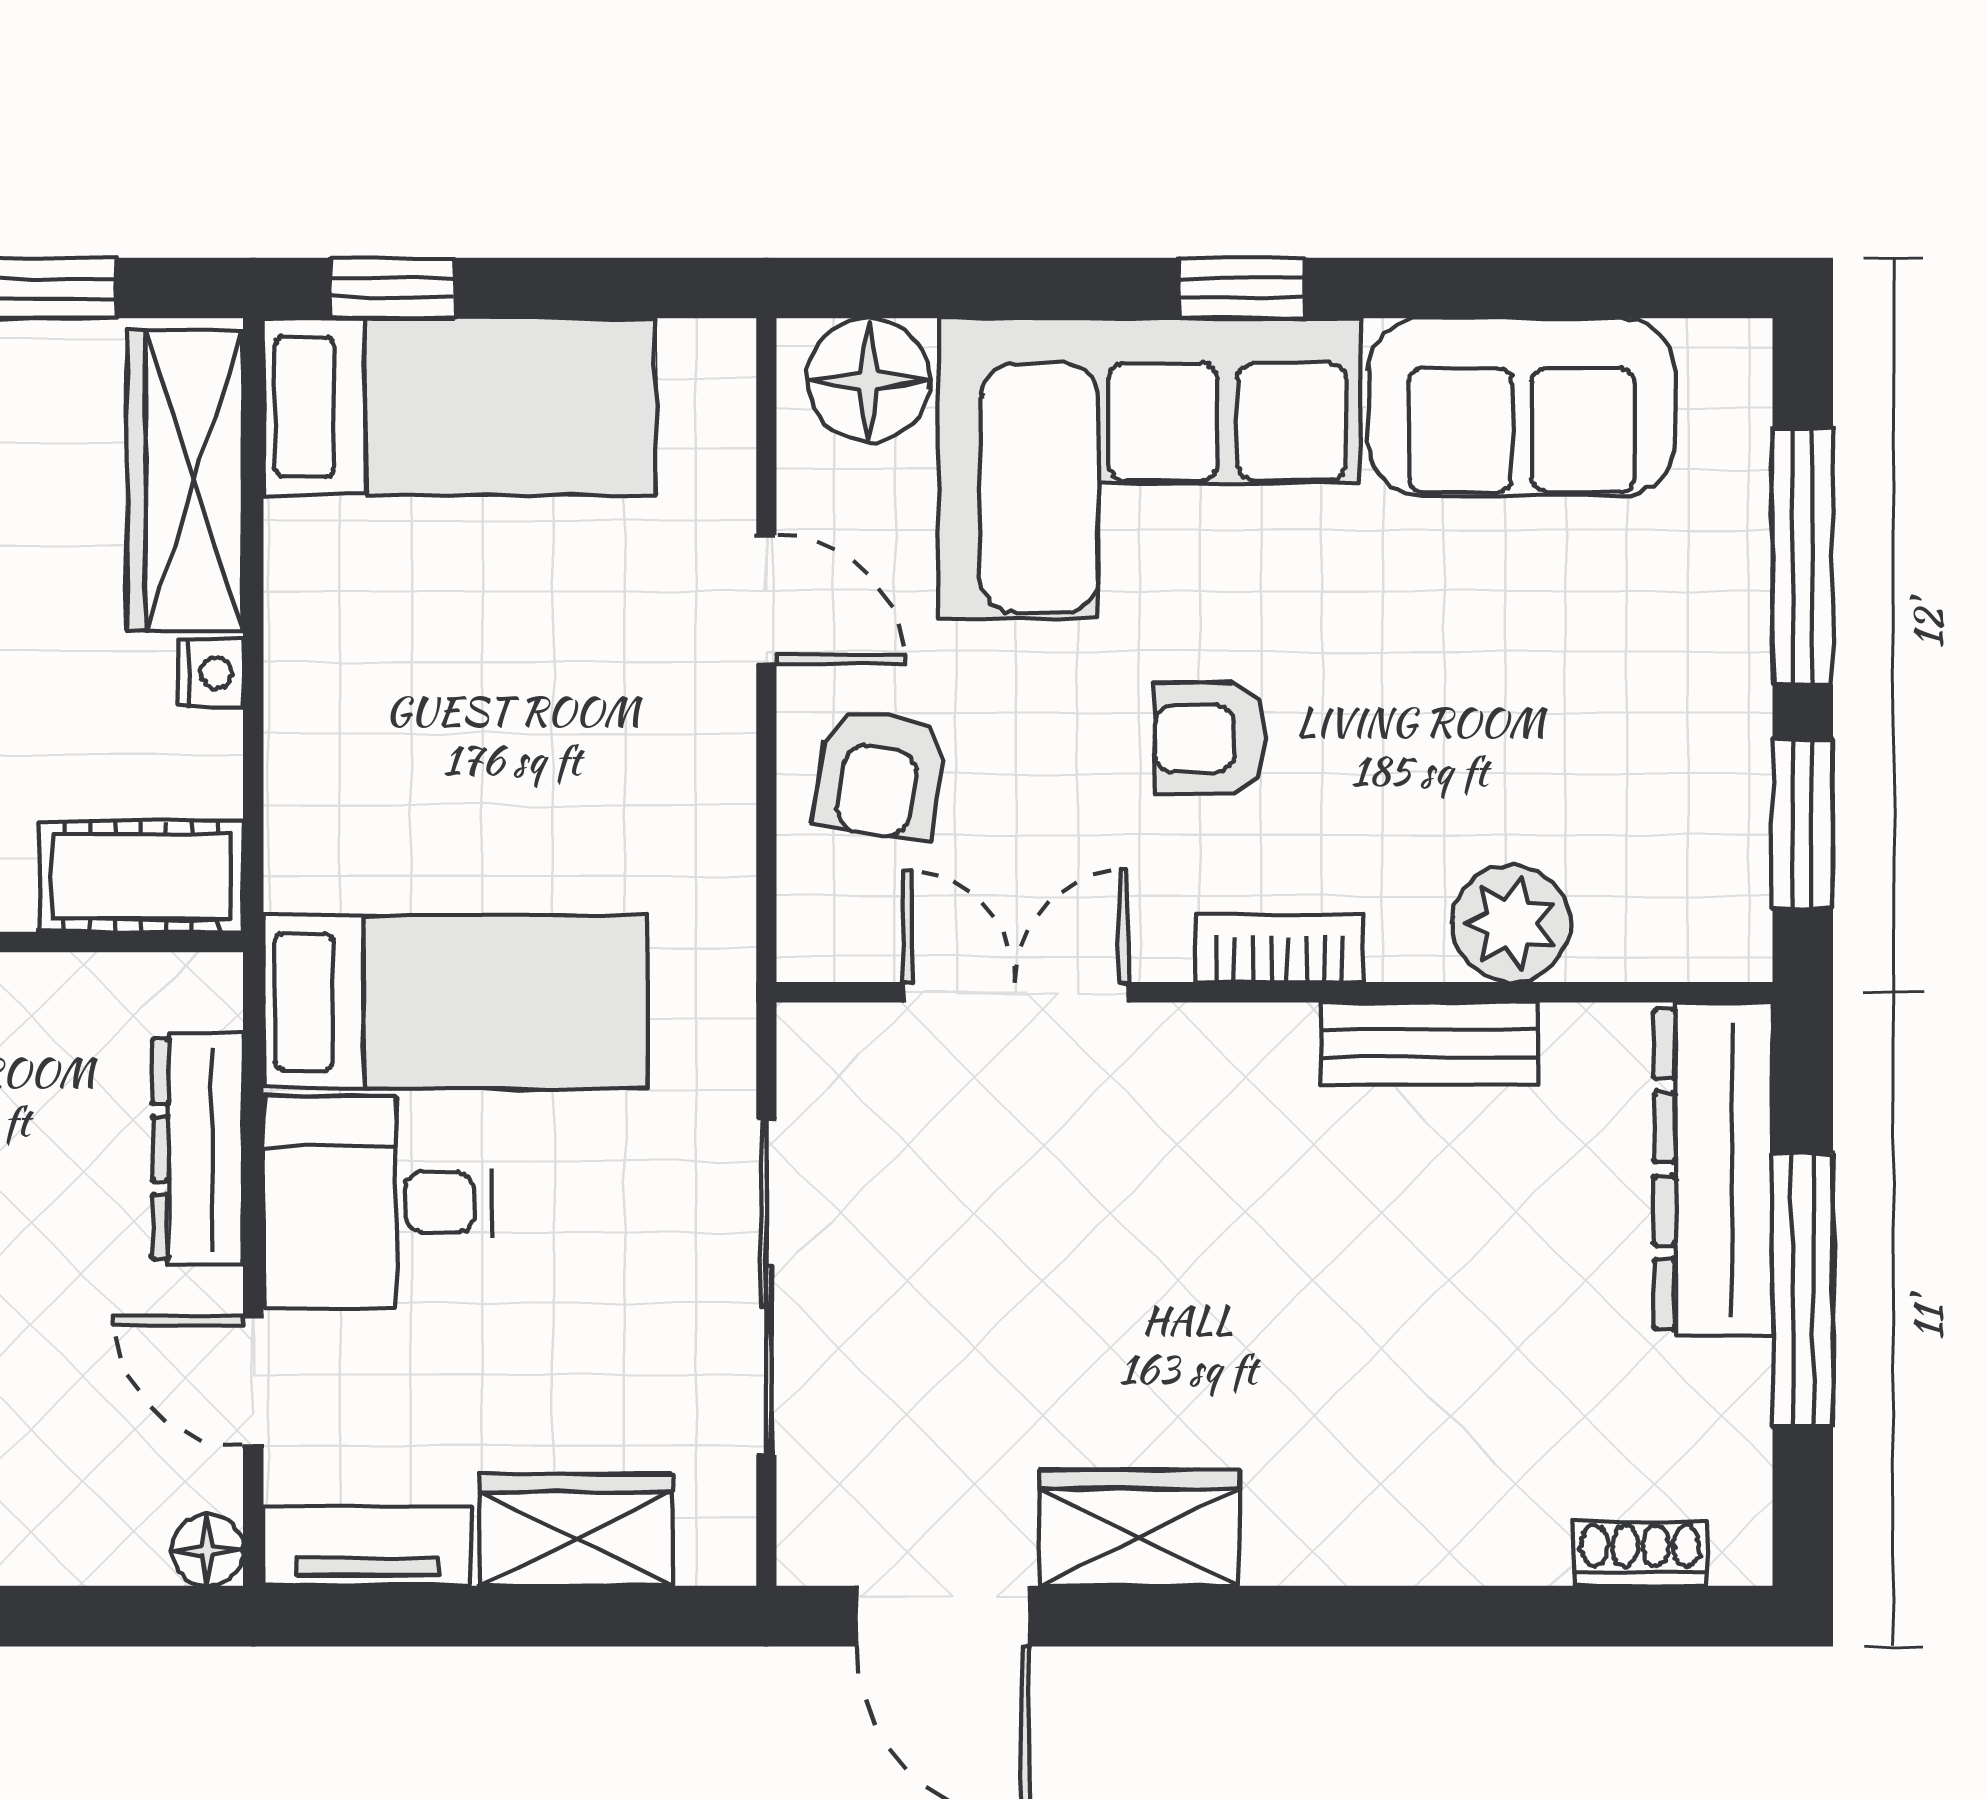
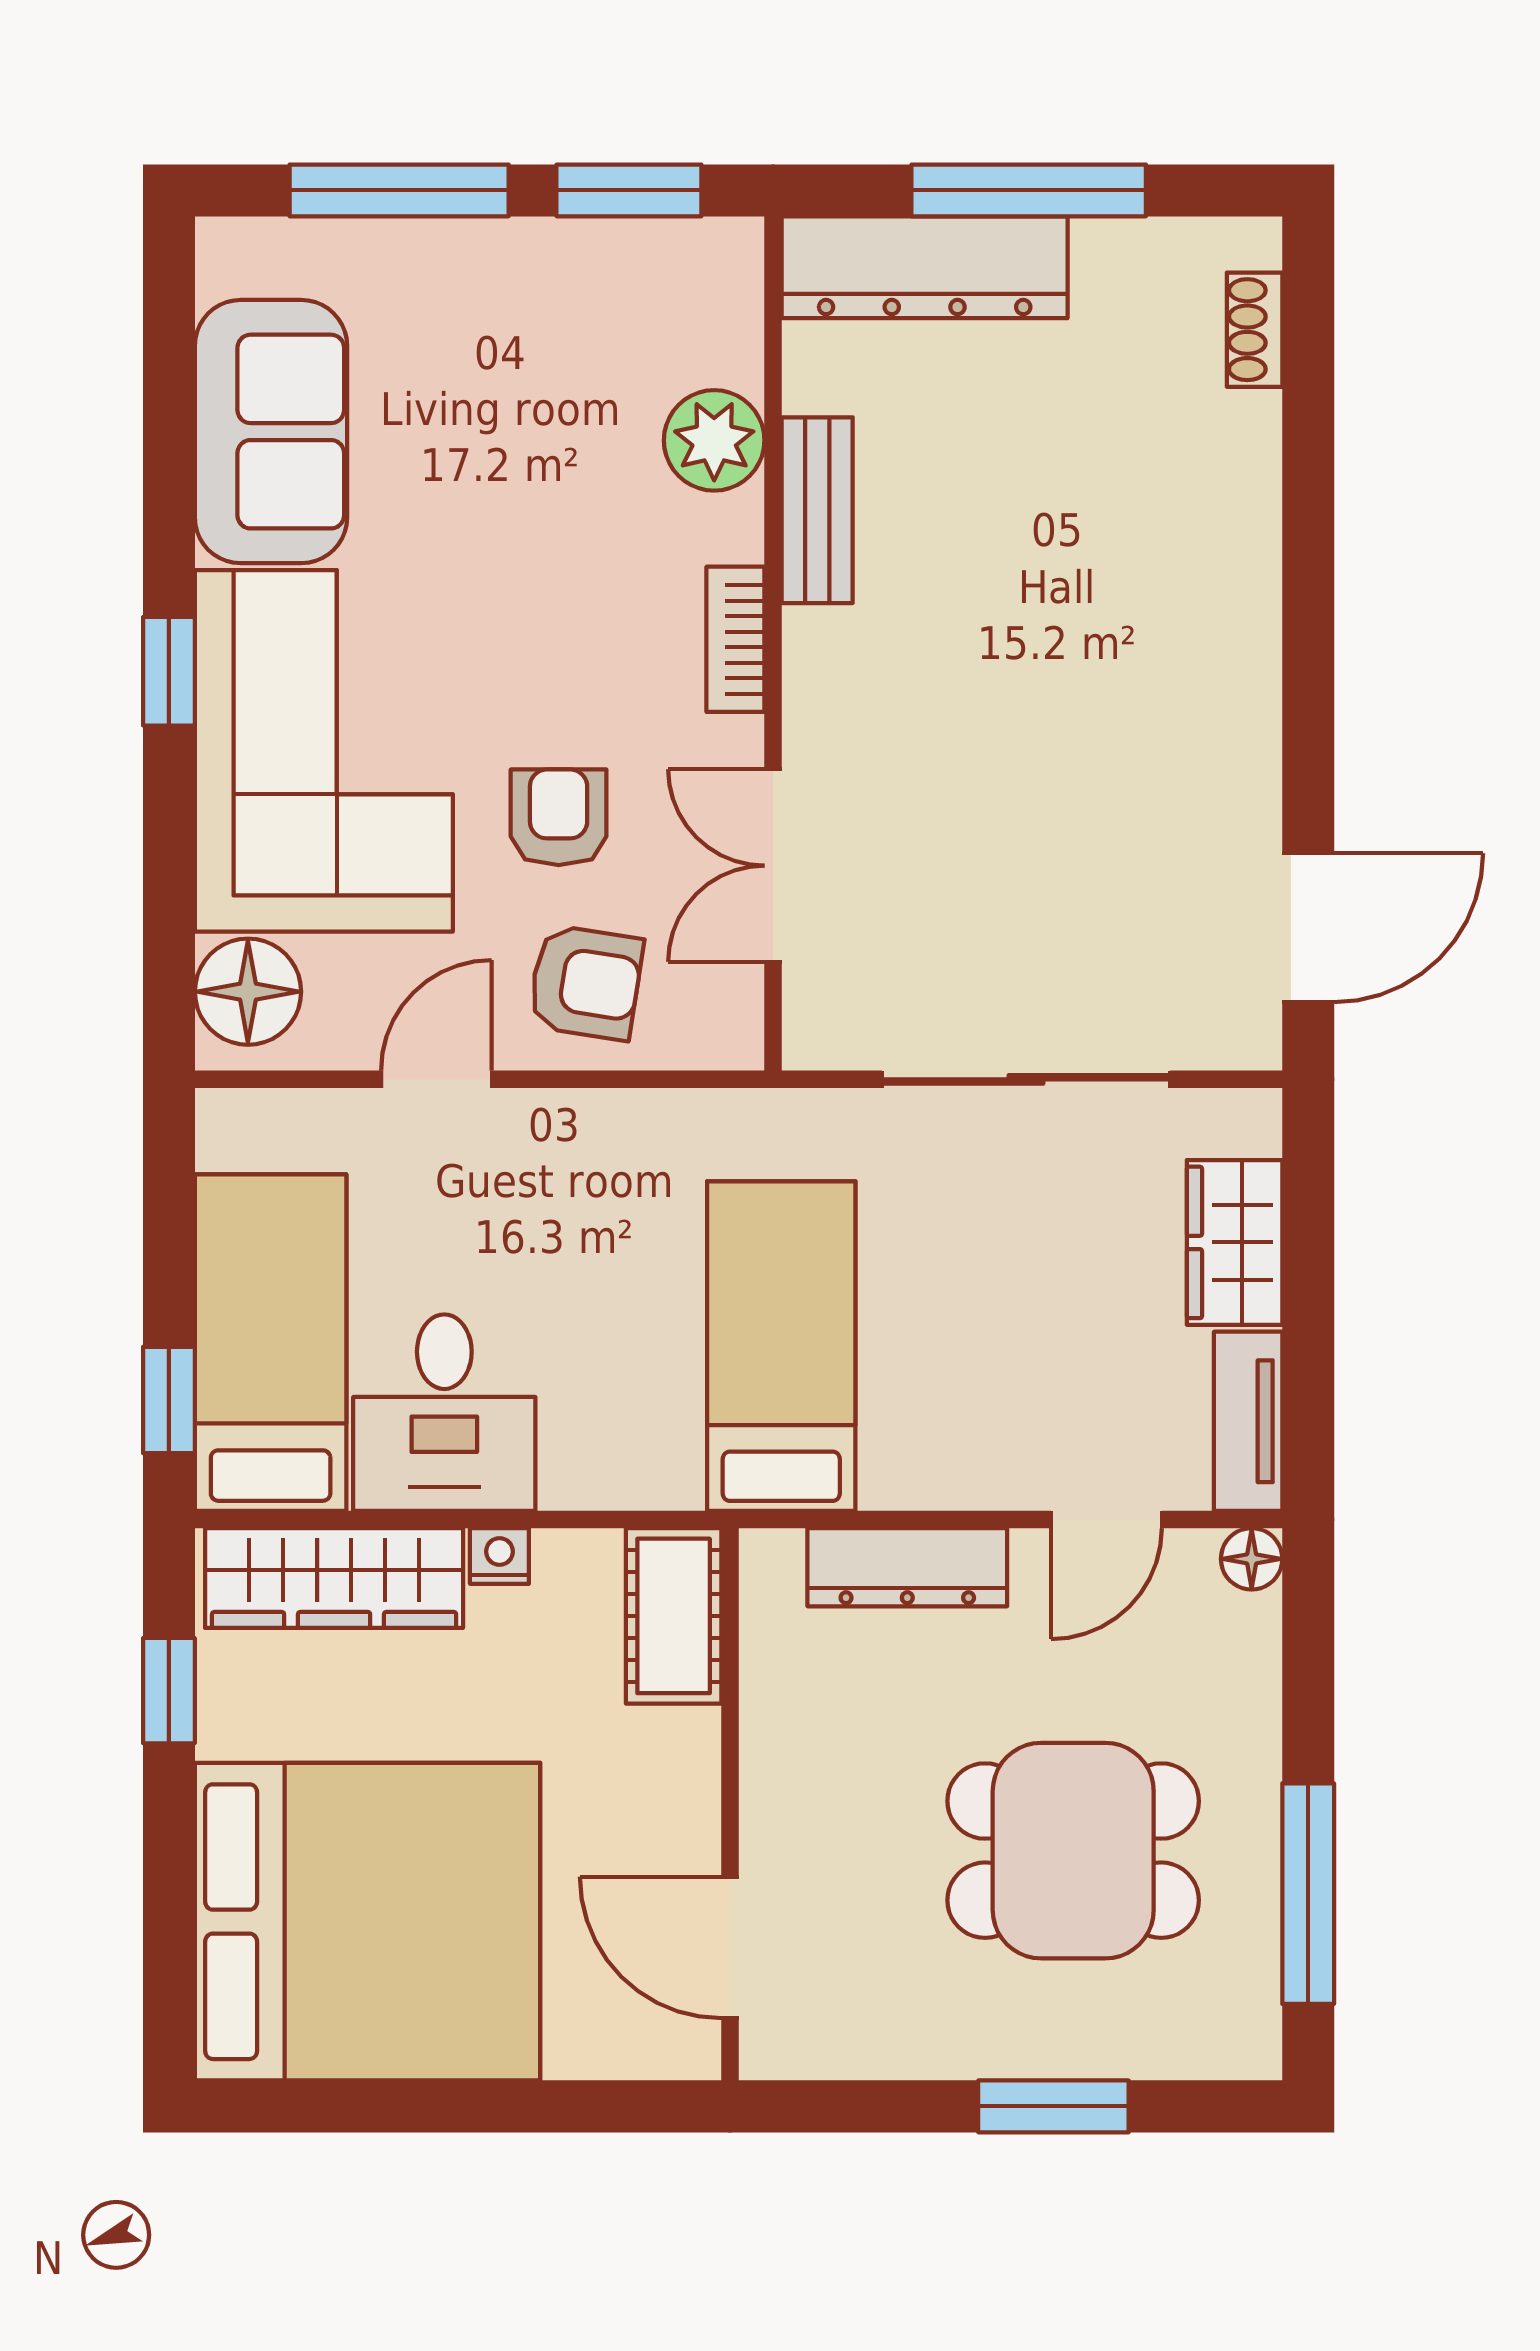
armchair: (1210, 739) -> (559, 817), moved, turned 180
desk: (378, 1202) -> (444, 1413), moved
wardrobe: (1139, 1528) -> (1233, 759), removed

